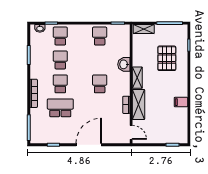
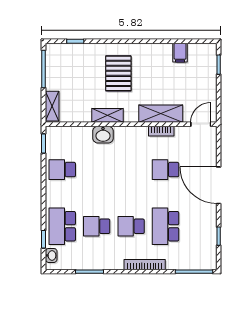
school desk: (60, 36) -> (62, 226), width x1.85
pallet: (167, 58) -> (118, 73), moved, turned 90
shelving: (137, 78) -> (107, 115), moved
school desk: (100, 84) -> (166, 170), moved
filing cabinet: (181, 102) -> (180, 53), moved

